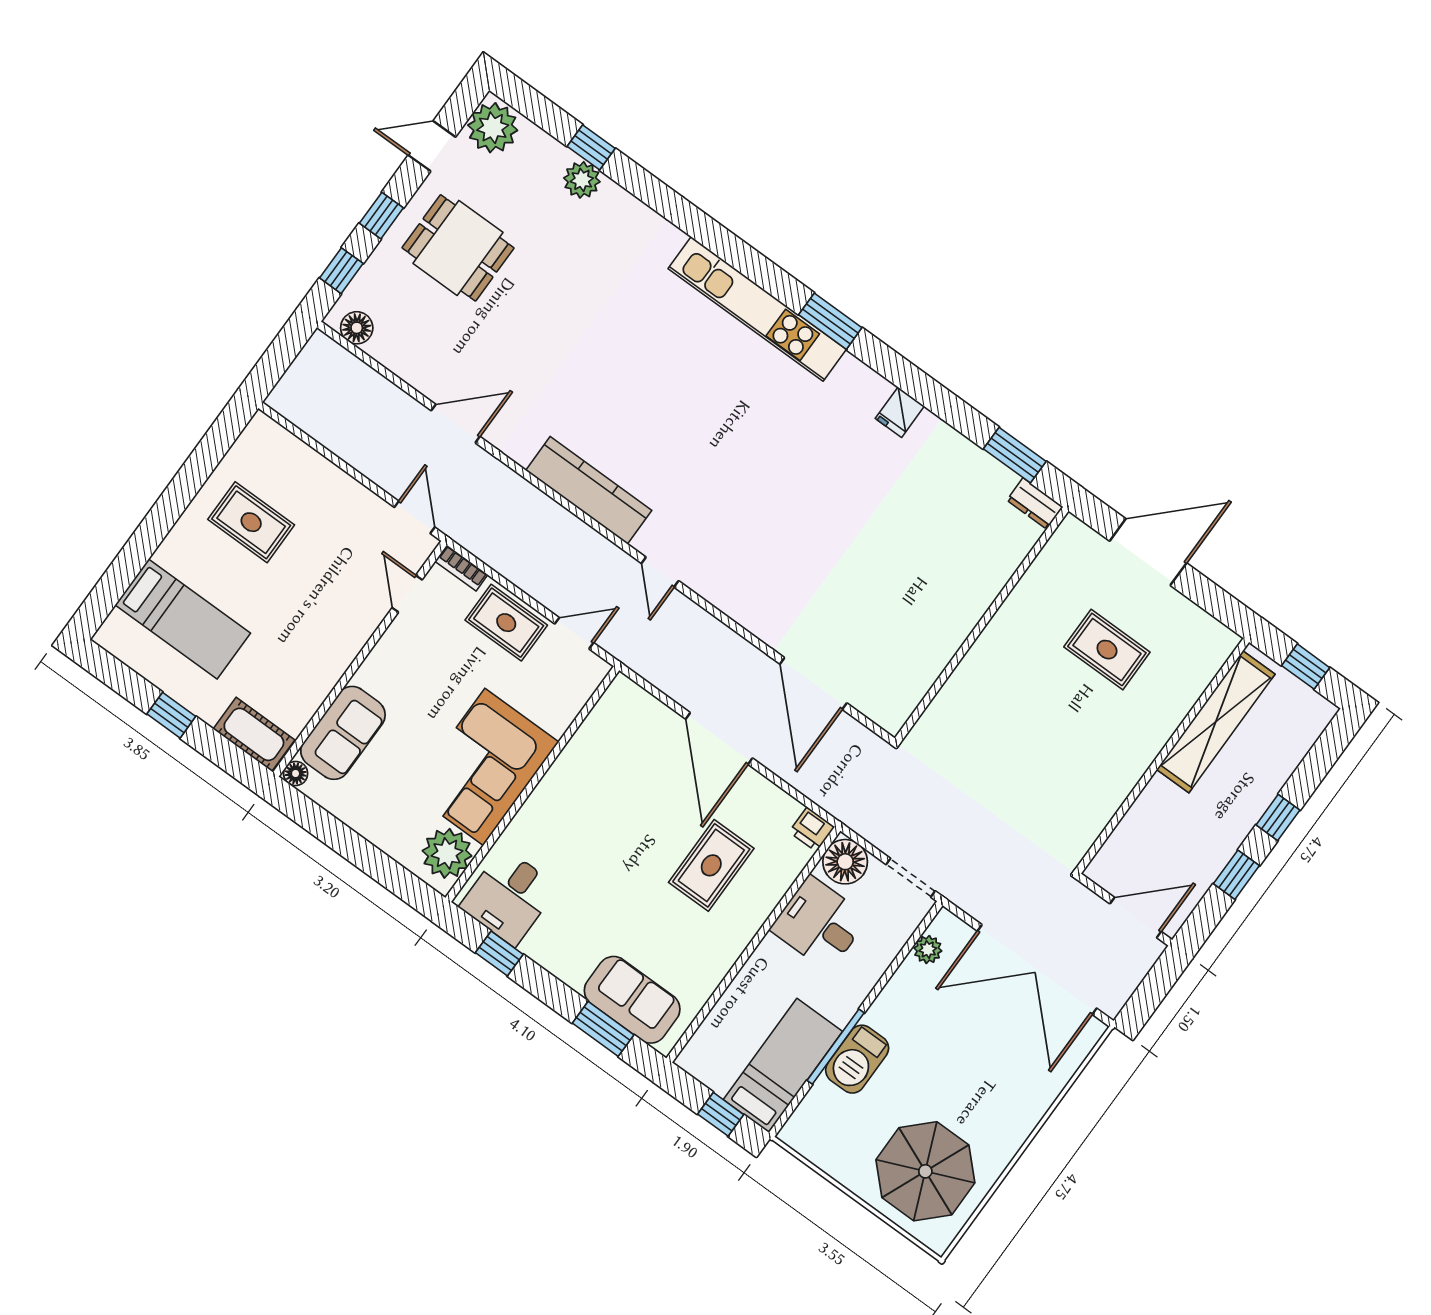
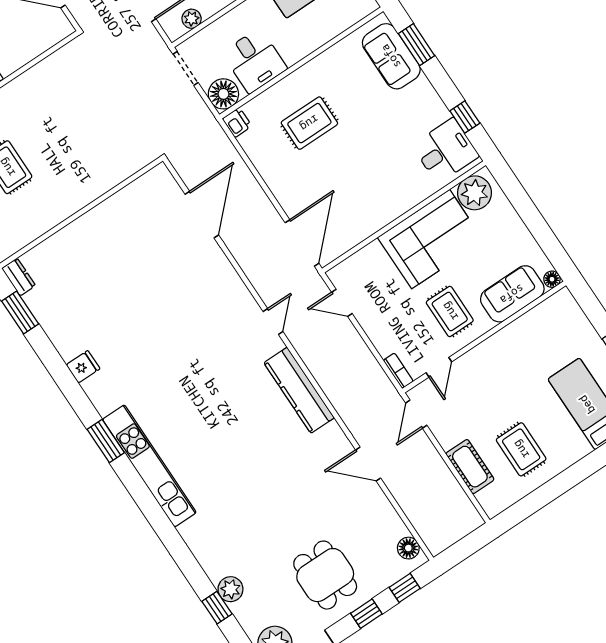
rug: (506, 623) -> (450, 311), moved
cot: (254, 734) -> (470, 467), moved
door: (719, 739) -> (302, 243), moved

